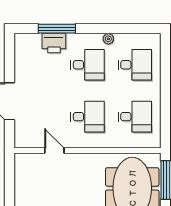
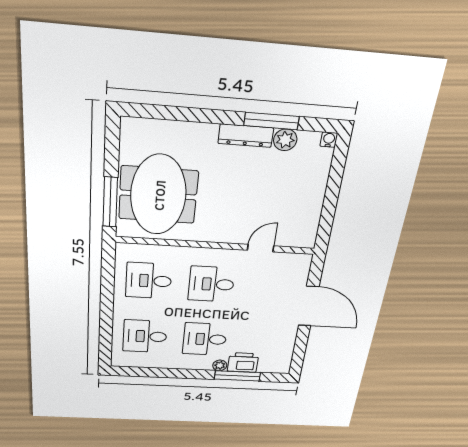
plant: (108, 39) -> (220, 365), moved
door: (54, 151) -> (261, 248), swing flipped

